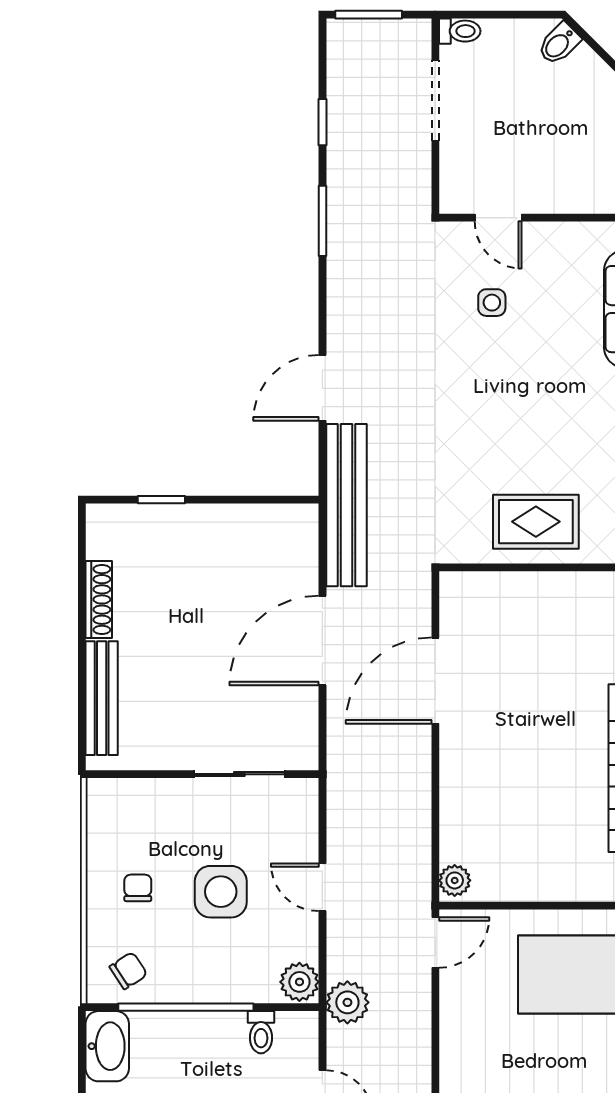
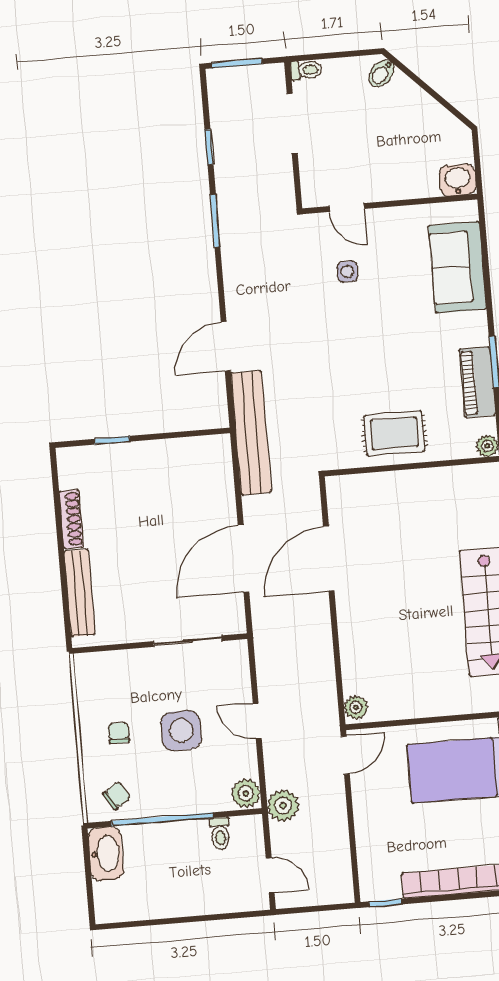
door: (322, 640) -> (244, 558), moved

